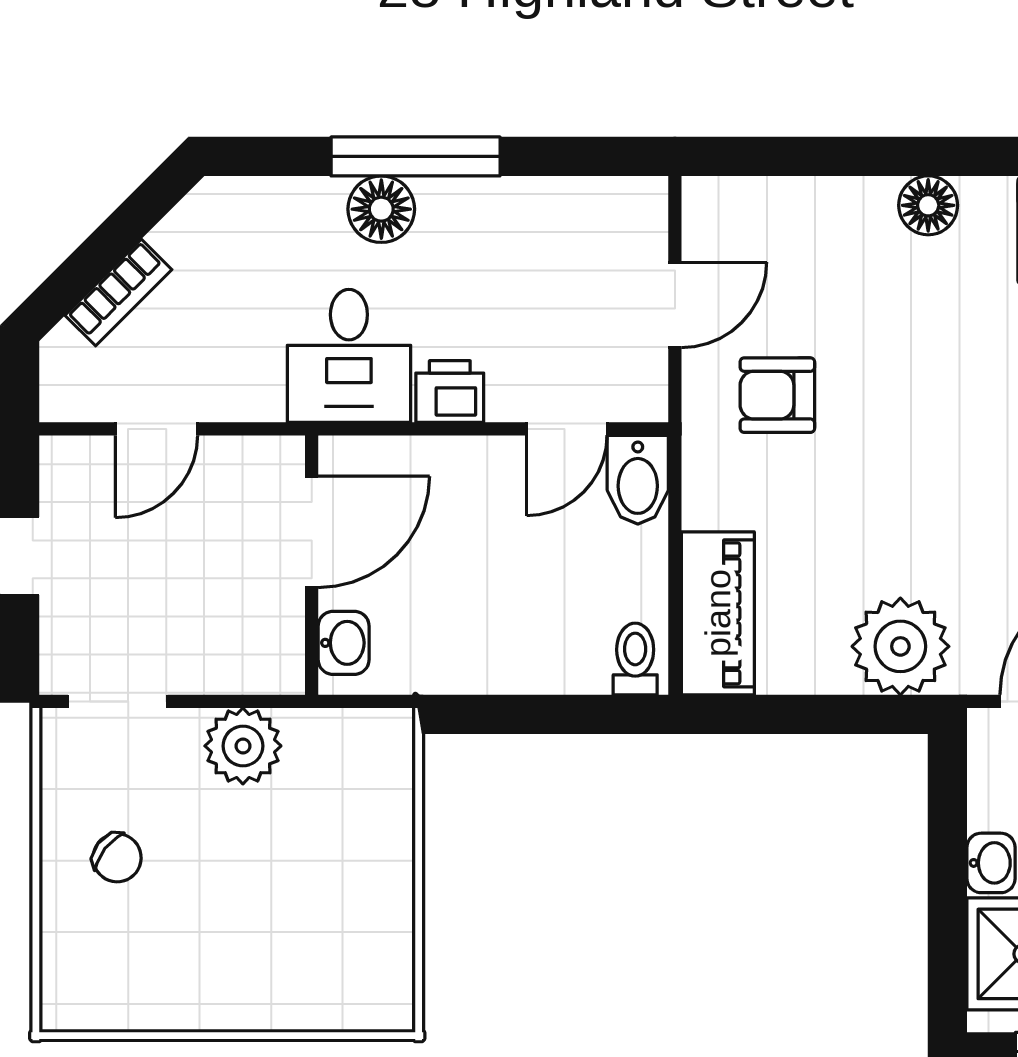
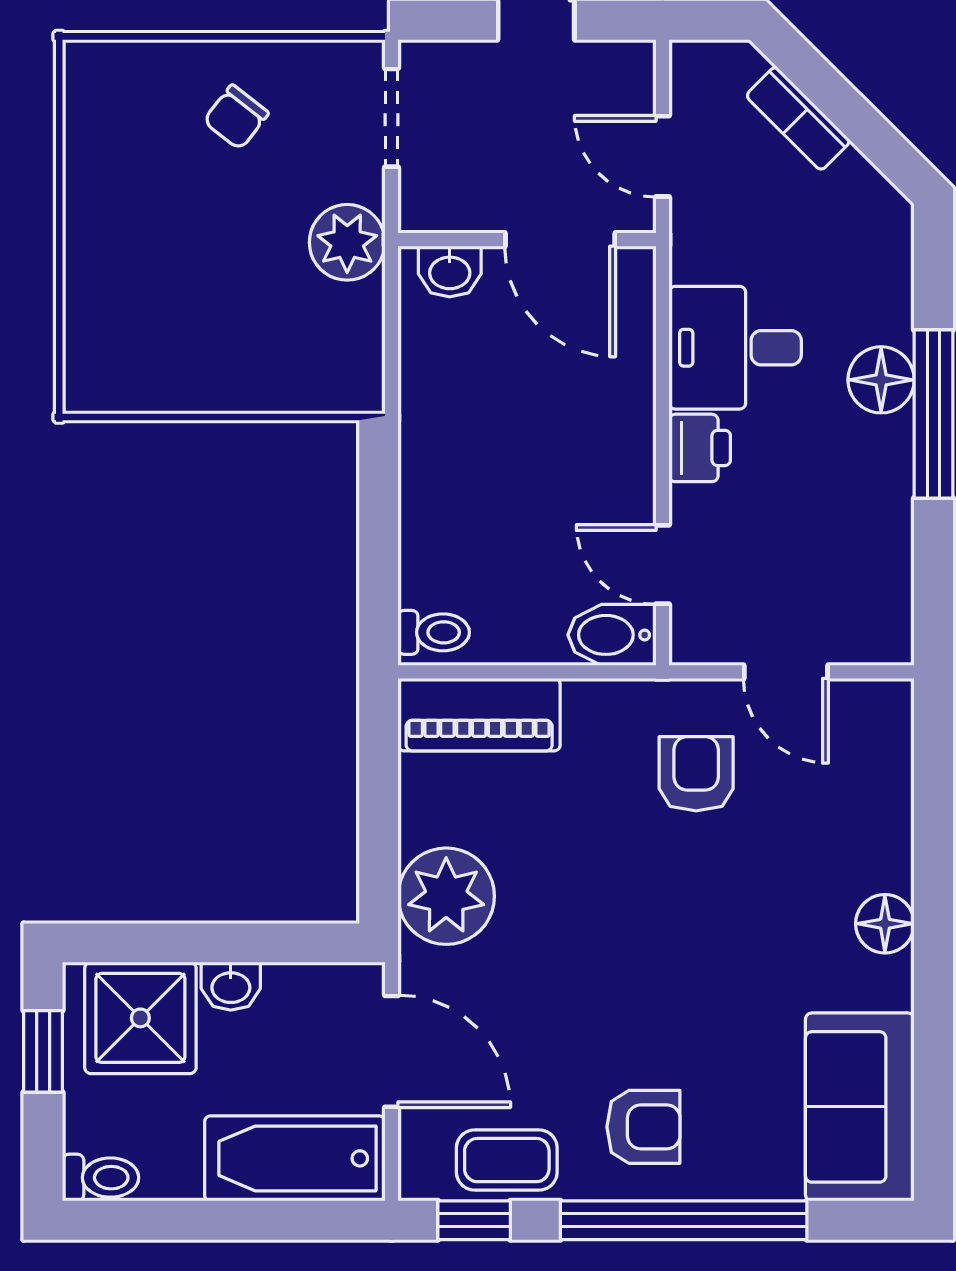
door: (312, 532) -> (560, 240), moved
wall: (312, 565) -> (527, 240), moved
washbasin: (344, 643) -> (450, 271), moved

